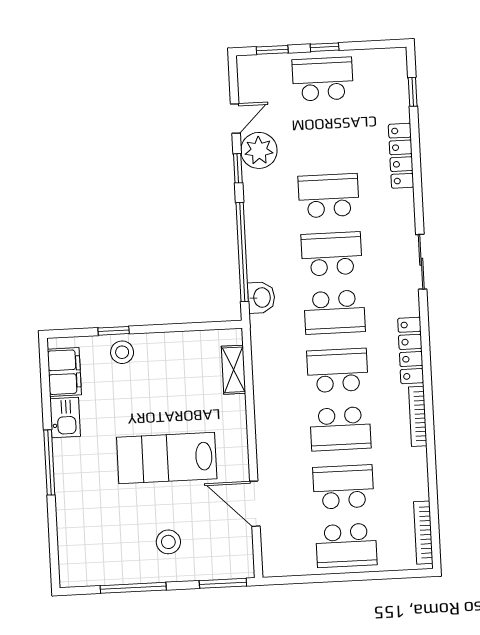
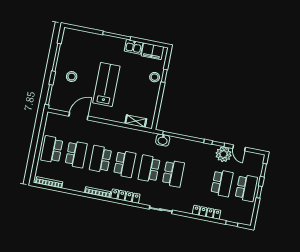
school desk: (329, 196) -> (222, 183), moved

